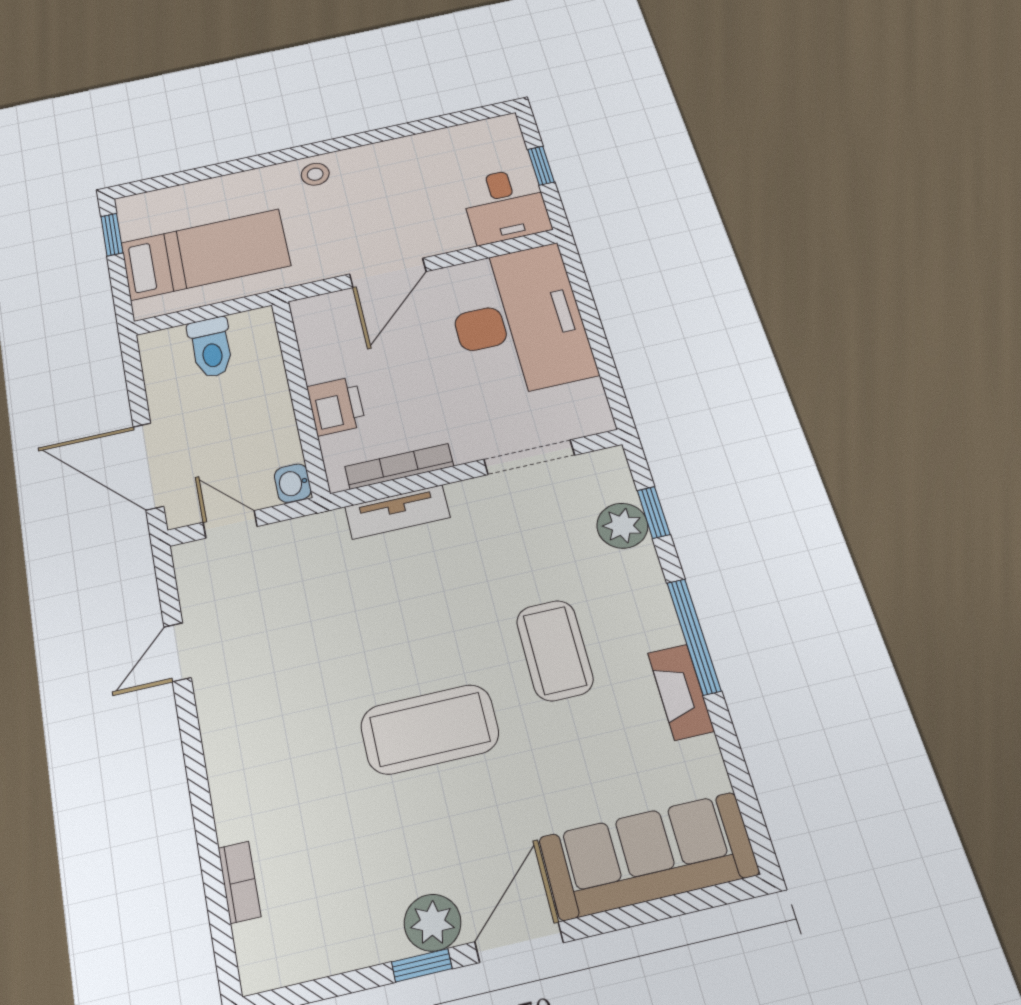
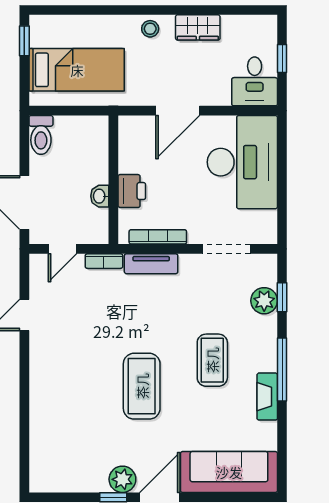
wardrobe: (392, 156) -> (198, 27), added
toilet: (211, 347) -> (41, 135), moved
washbasin: (293, 483) -> (100, 196), moved
door: (230, 524) -> (63, 249), swing flipped
coffee table: (430, 729) -> (142, 386), turned 90
bookcase: (239, 882) -> (104, 261), moved, turned 90

